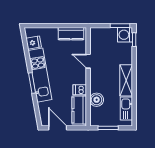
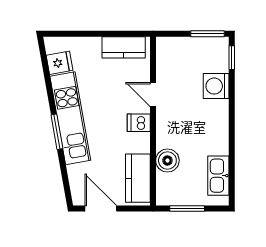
washing machine: (125, 35) -> (216, 86), moved
shelving: (126, 80) -> (218, 127), removed
dishwasher: (80, 90) -> (139, 123), moved

